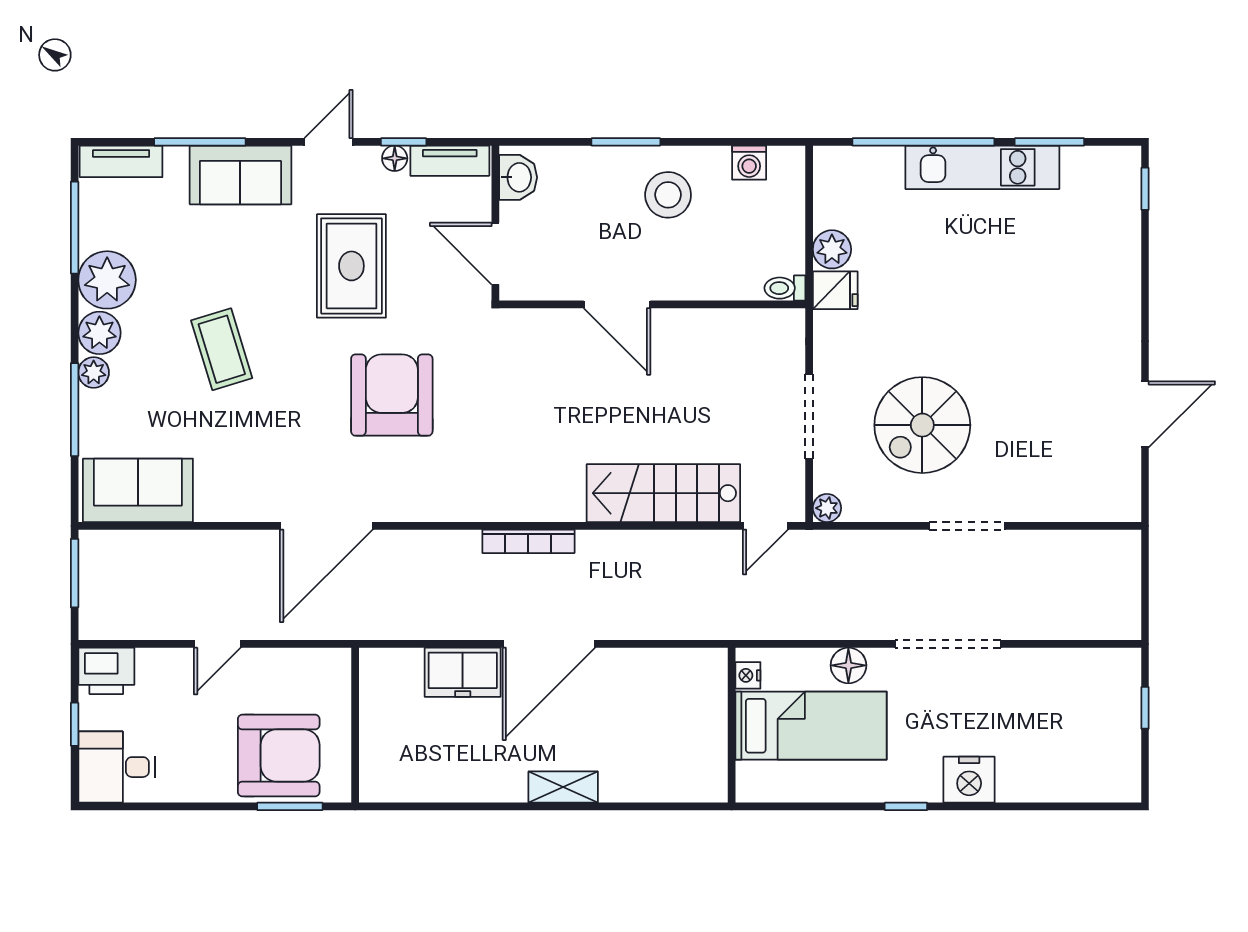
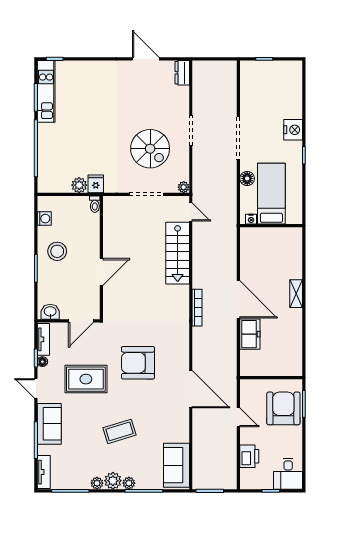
kitchen unit: (982, 167) -> (46, 91), moved
plant: (107, 280) -> (97, 483), width x0.53, depth x0.53
dresser: (1110, 505) -> (182, 73), added
door: (217, 644) -> (238, 417), moved
printer: (106, 671) -> (249, 456), moved

